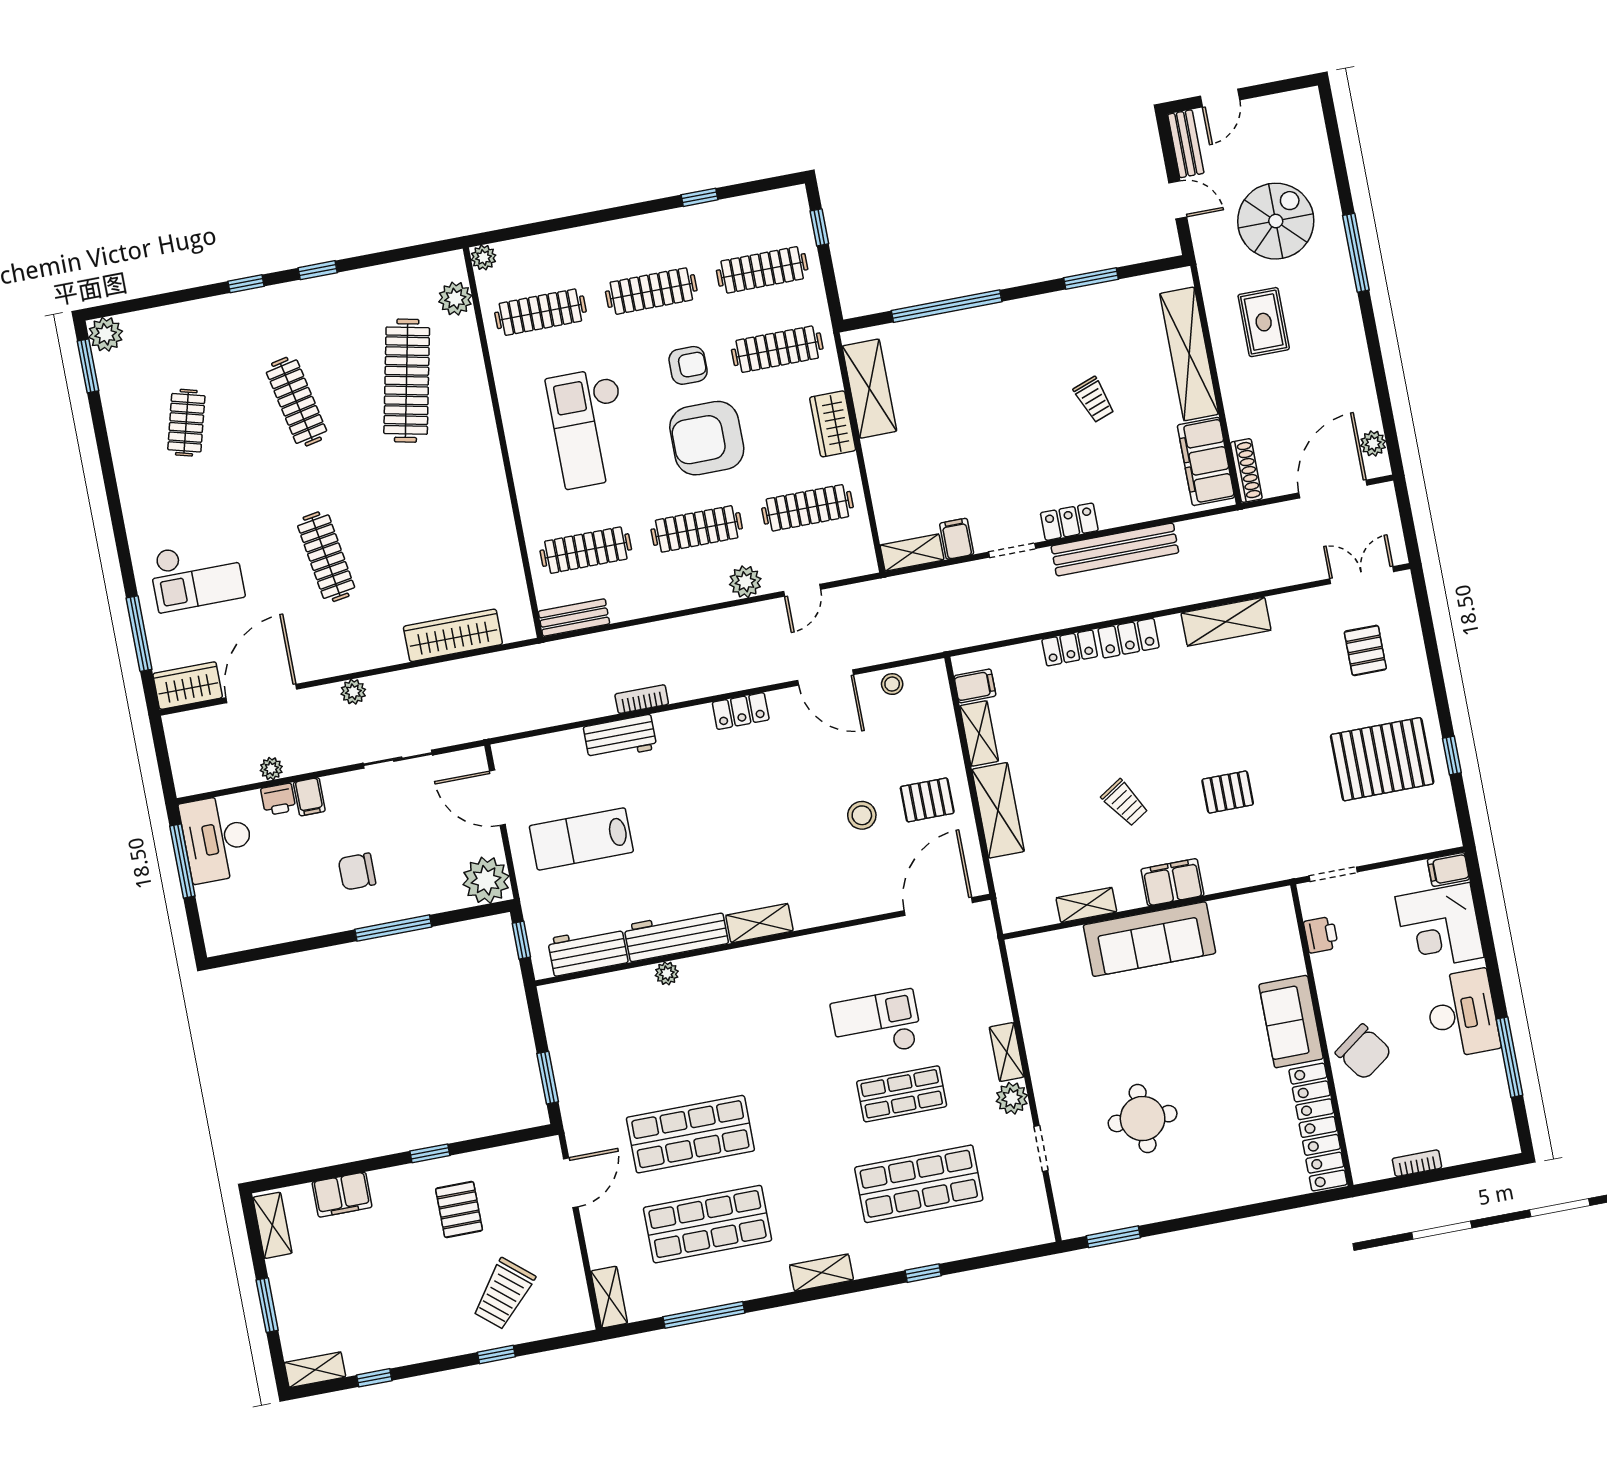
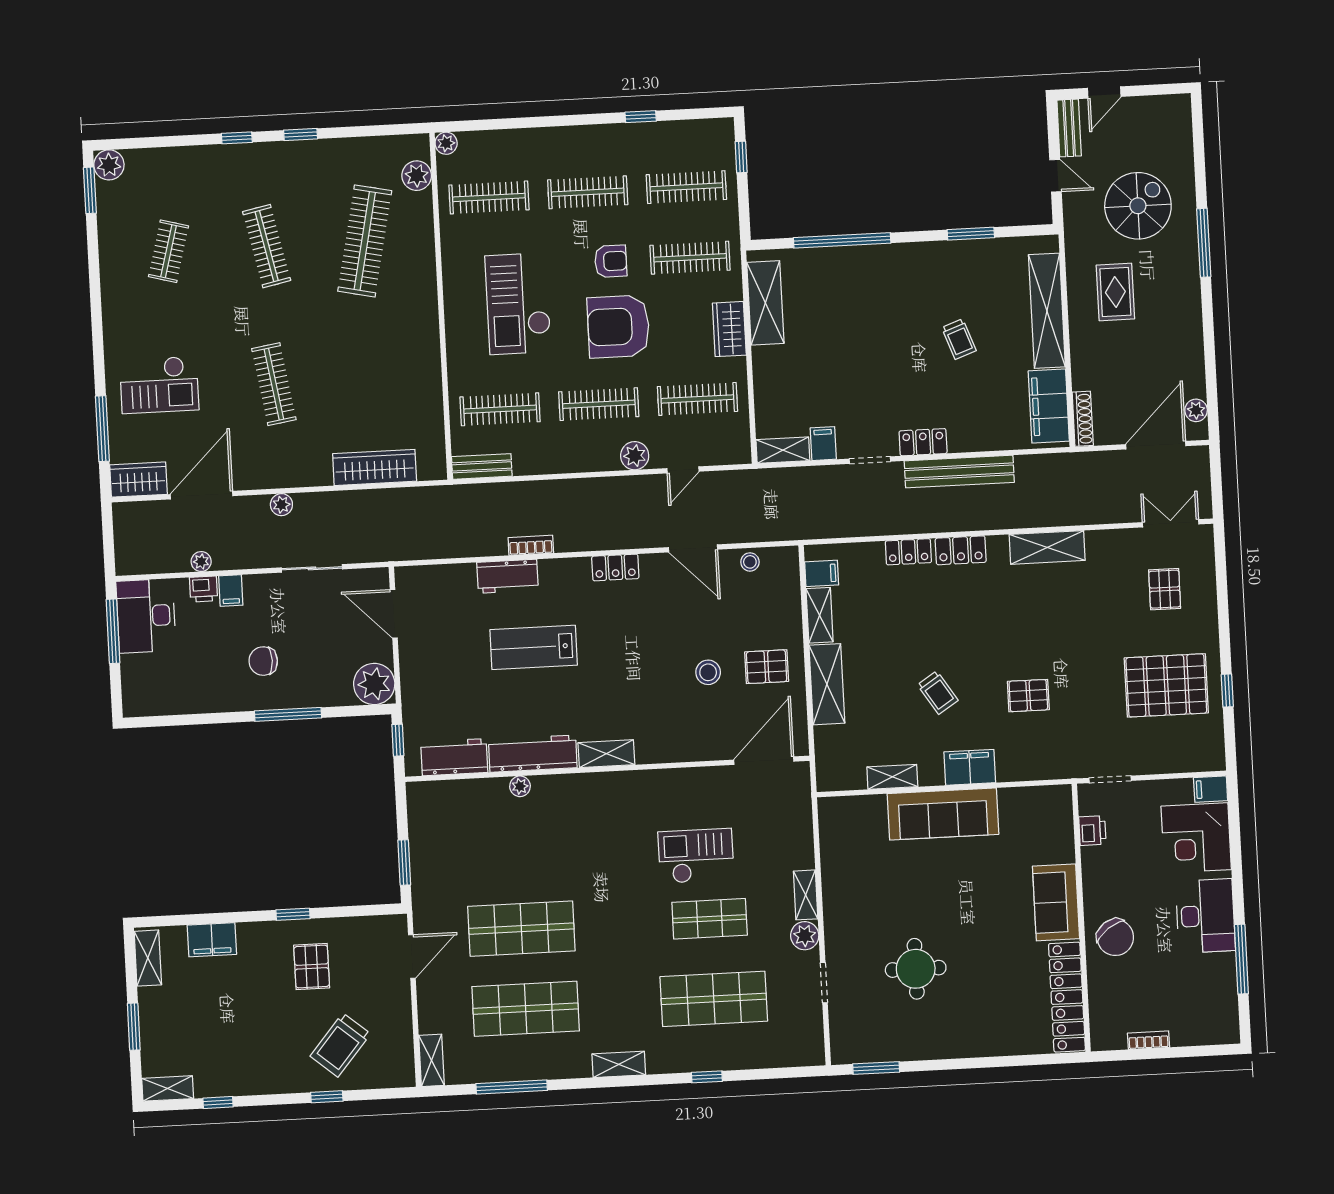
lab bench: (581, 839) -> (534, 647), moved

